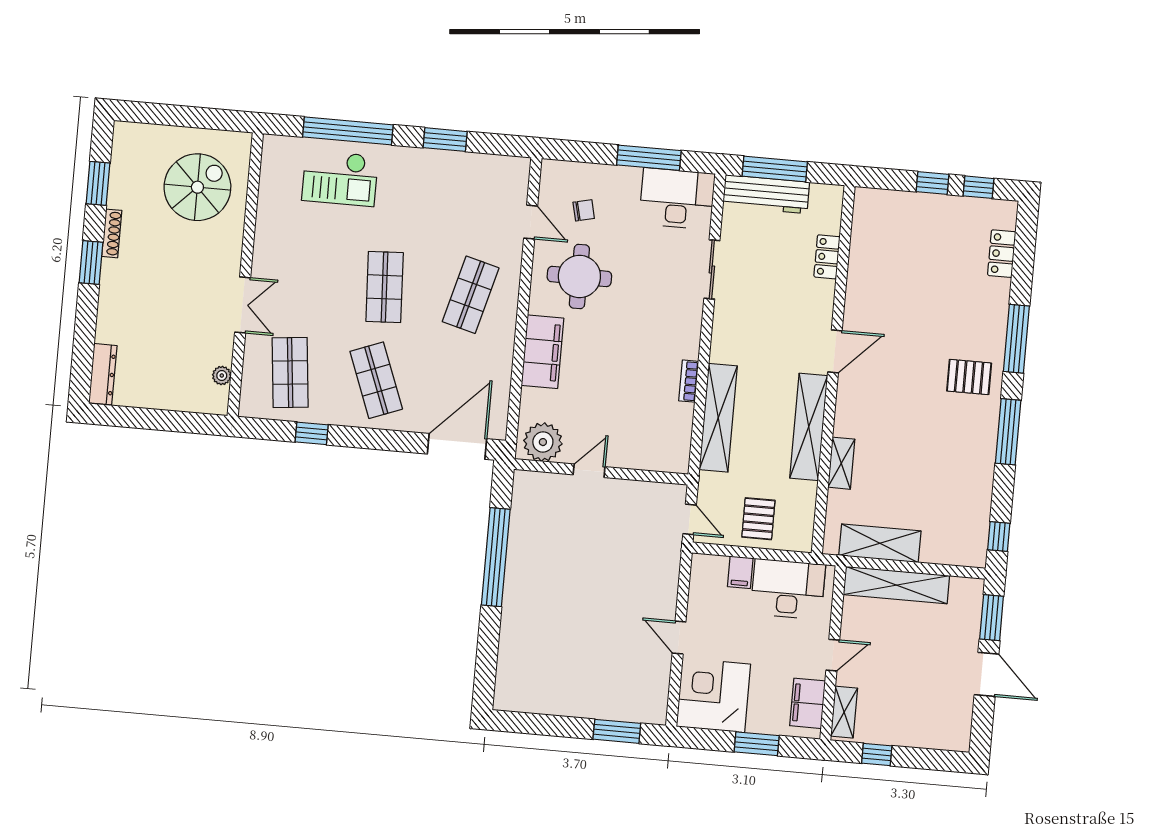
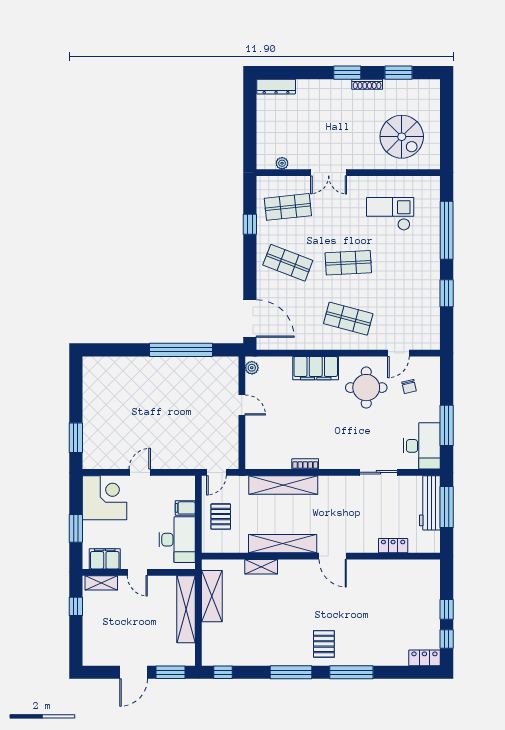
checkout: (340, 178) -> (390, 214), moved, turned 90
locker: (1002, 254) -> (424, 658), moved
shop shelf: (376, 380) -> (288, 263), turned 42
plant: (543, 442) -> (252, 368), width x0.53, depth x0.53
pallet: (758, 519) -> (221, 517), turned 90

